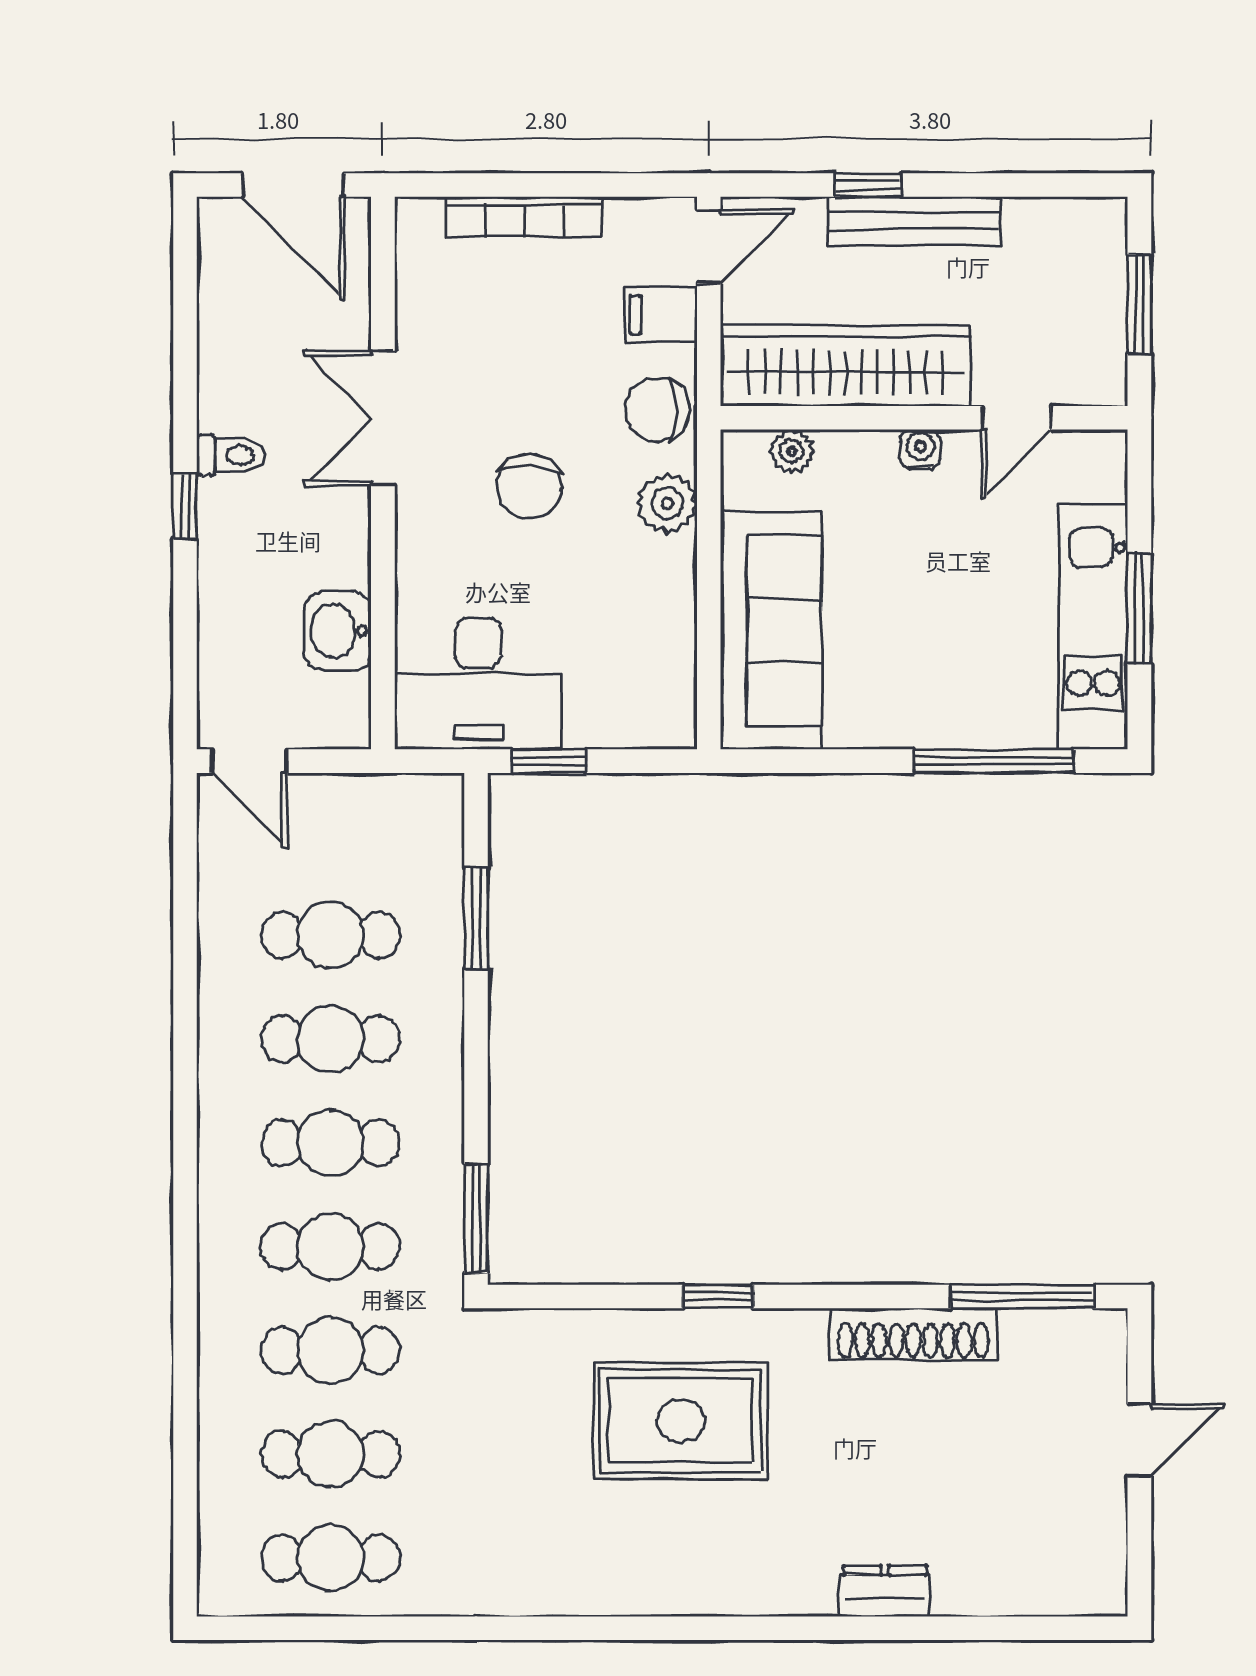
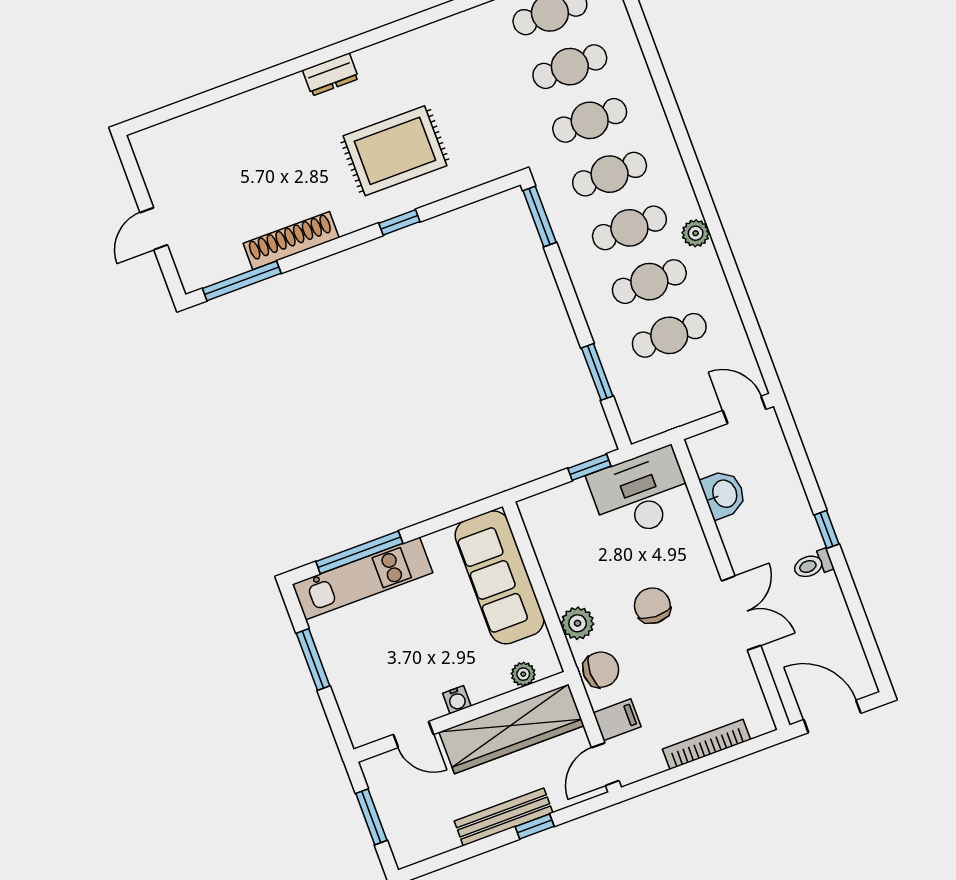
door: (1016, 418) -> (413, 734), swing flipped
kitchen unit: (1093, 626) -> (362, 578), moved, turned 90
plant: (221, 1092) -> (696, 233), added
dresser: (885, 1591) -> (331, 75), moved

